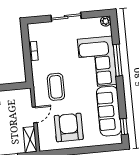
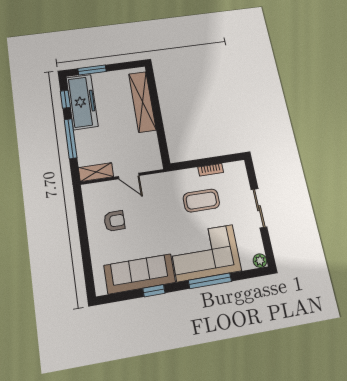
coffee table: (56, 87) -> (201, 201), moved
armchair: (69, 127) -> (114, 221), width x0.53, depth x0.53
window: (124, 127) -> (154, 291), moved

